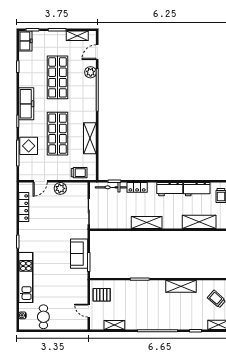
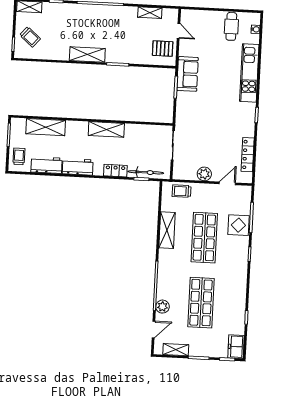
freezer: (26, 104) -> (239, 274), removed
sofa: (79, 254) -> (188, 74), moved
shelving: (181, 286) -> (87, 55), moved

